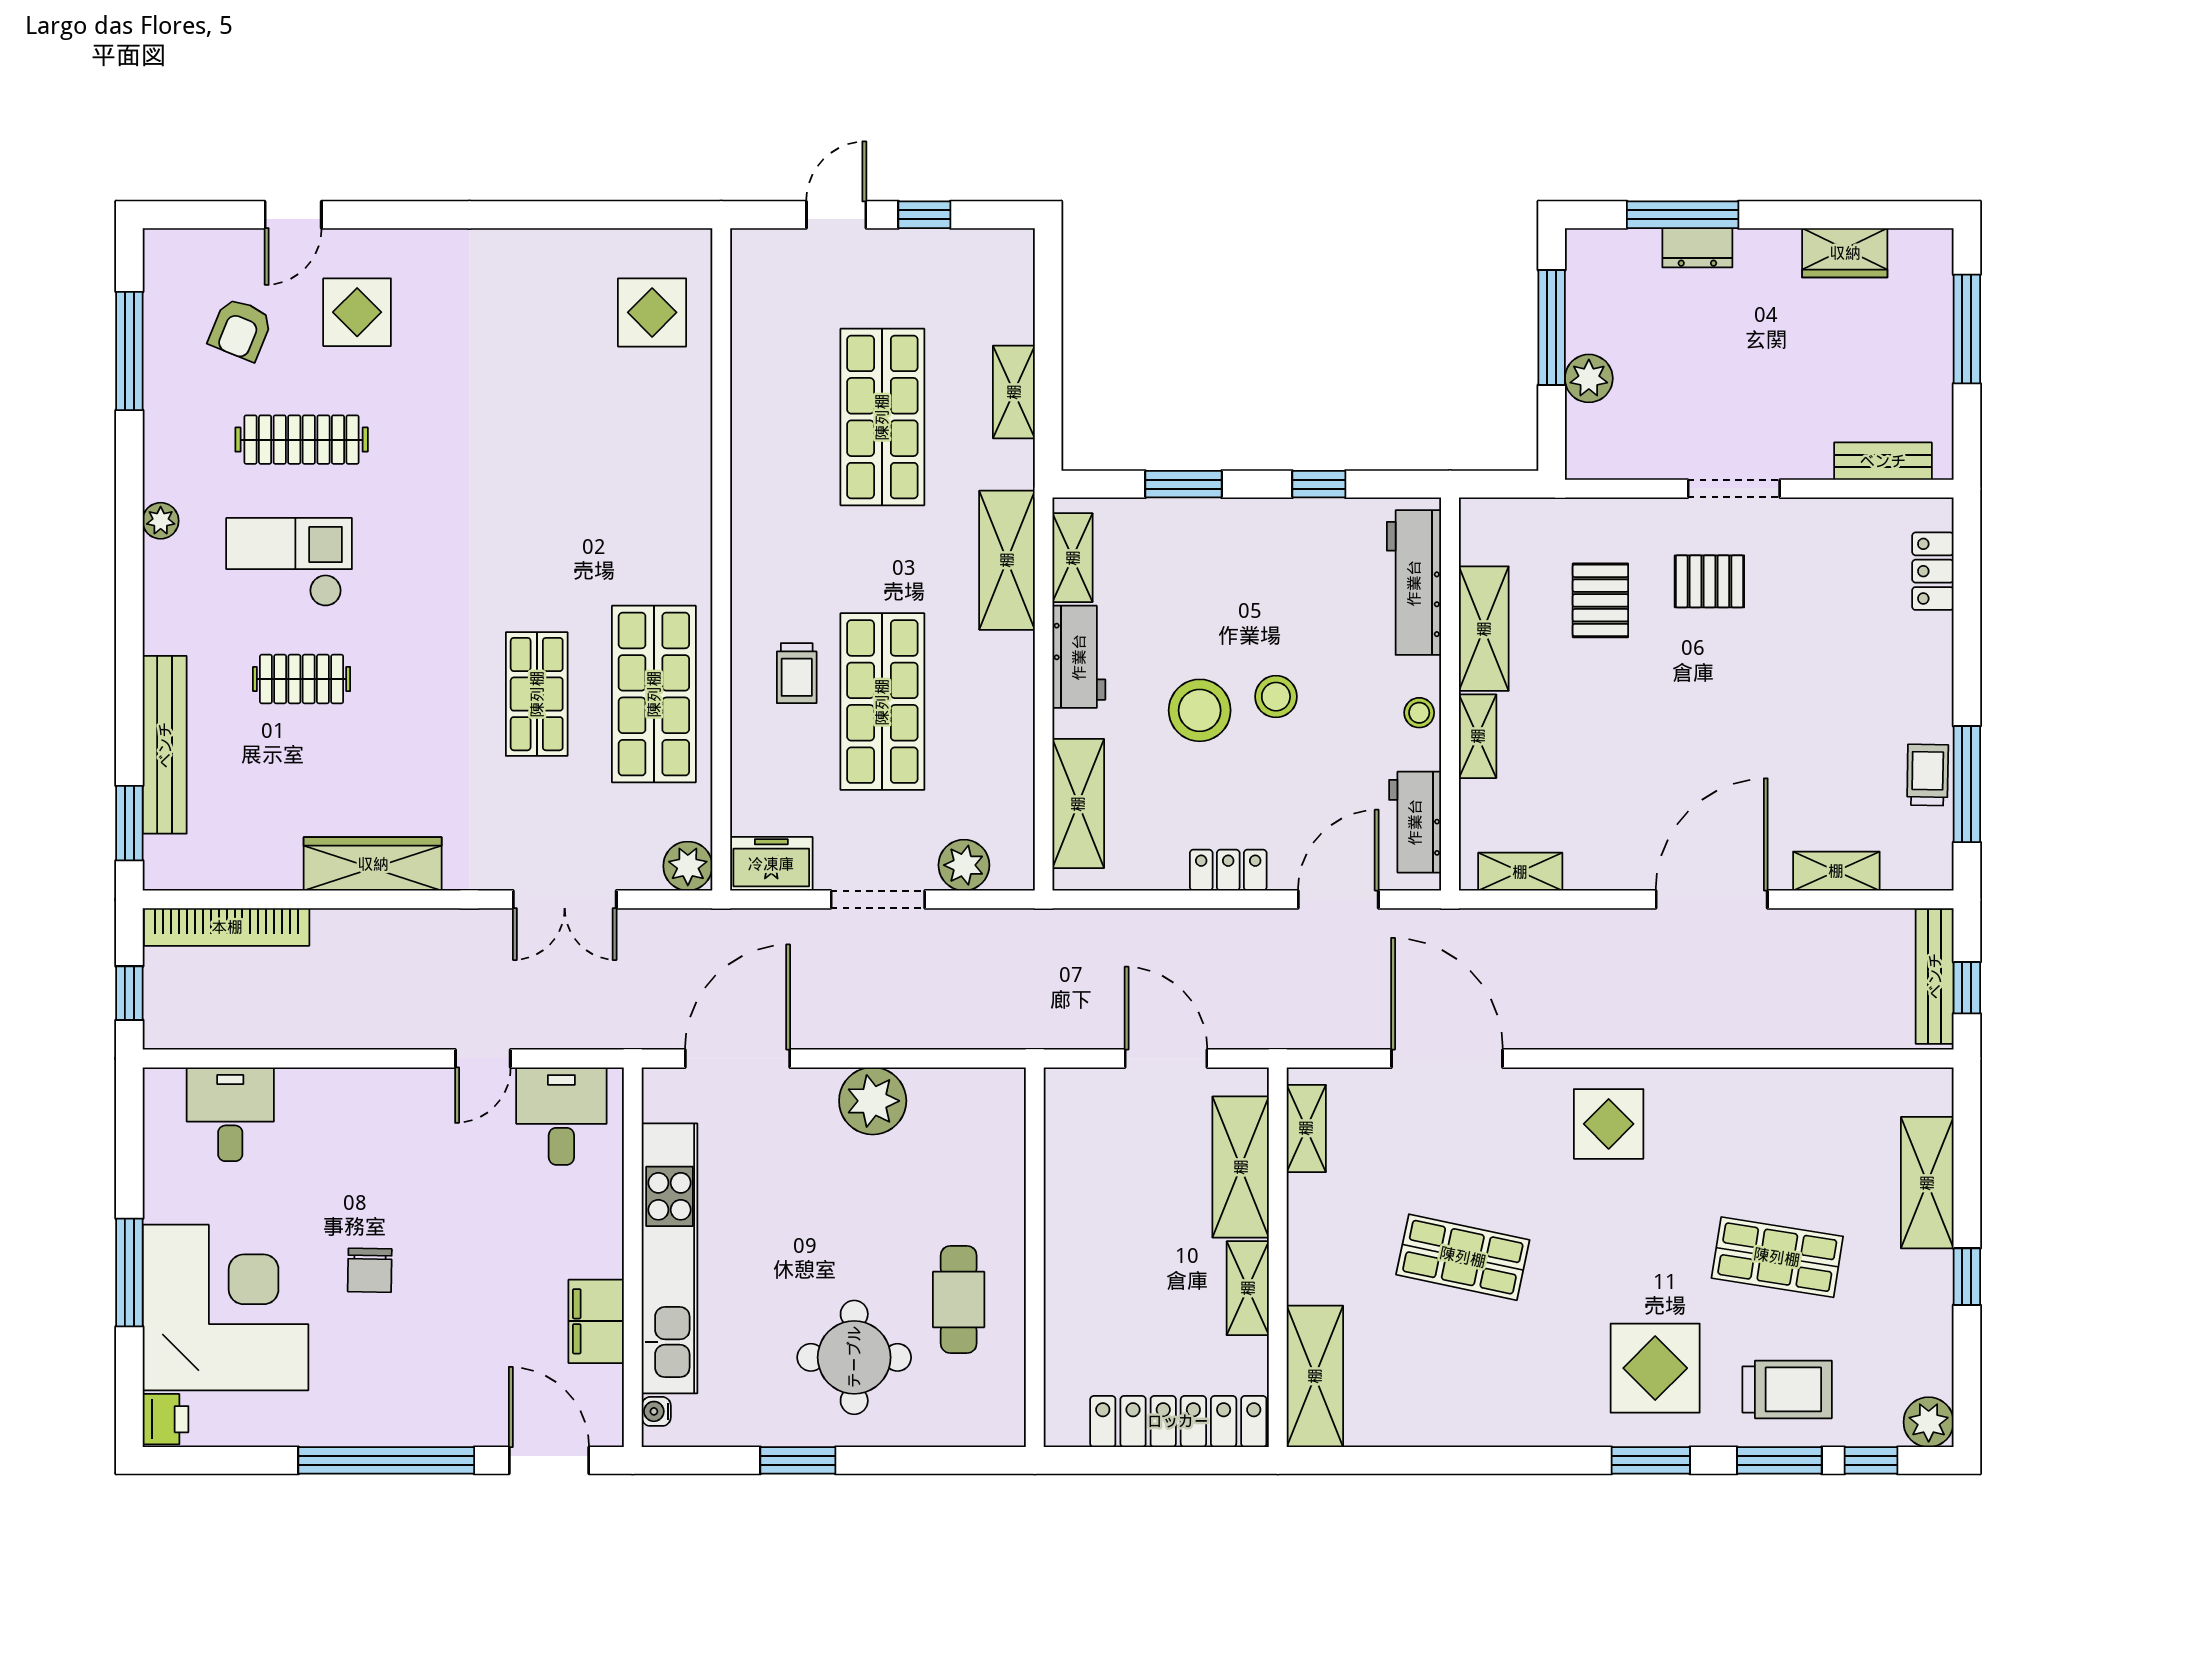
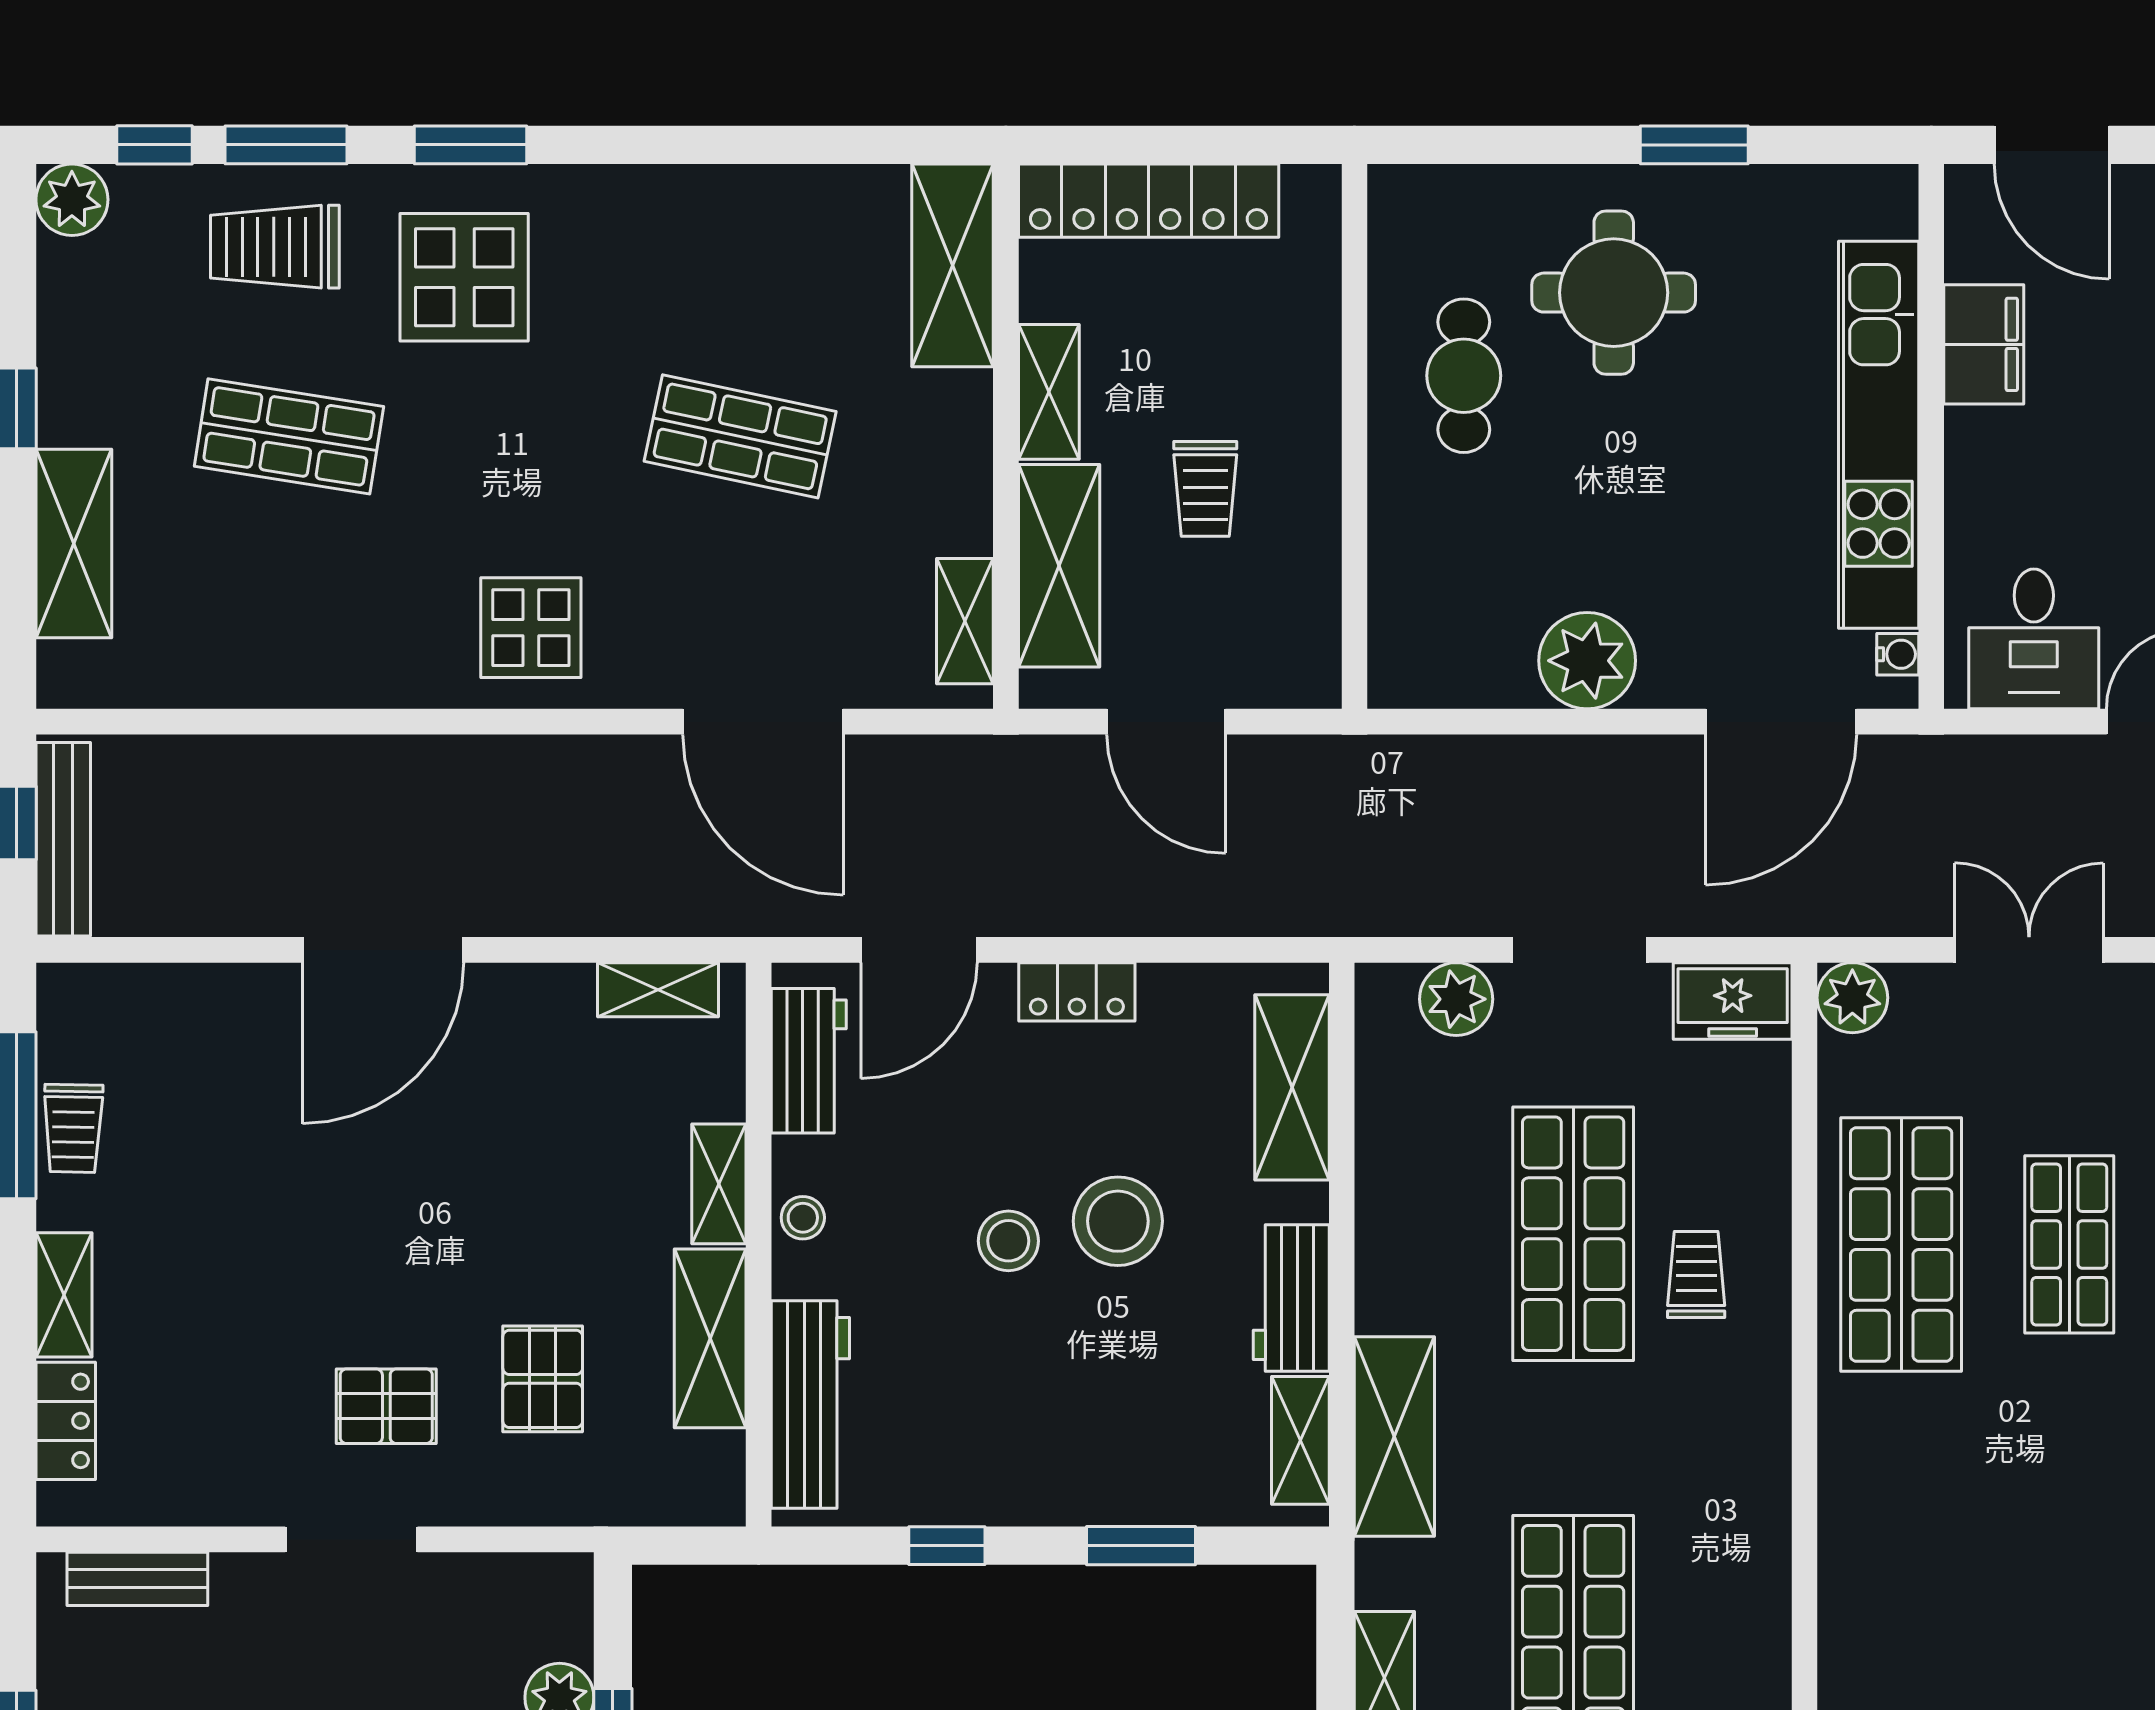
shelving: (1836, 871) -> (64, 1295), moved, turned 90
trolley: (1139, 1221) -> (1205, 489), added
water cooler: (656, 1411) -> (1898, 654), moved

